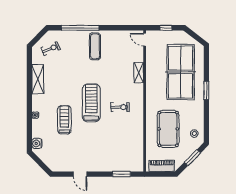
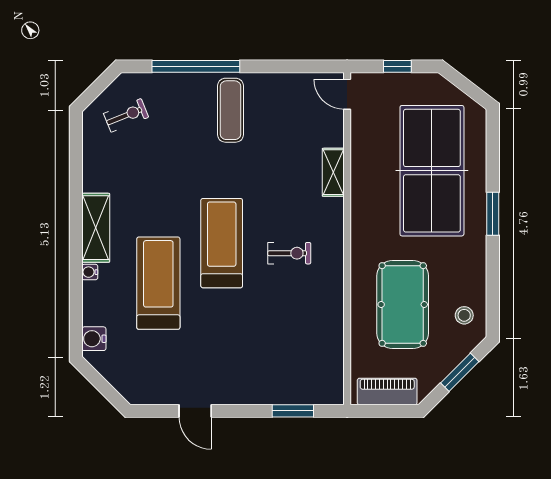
shelving: (38, 79) -> (96, 228), moved
treadmill: (64, 120) -> (158, 283), width x1.37, depth x1.38

